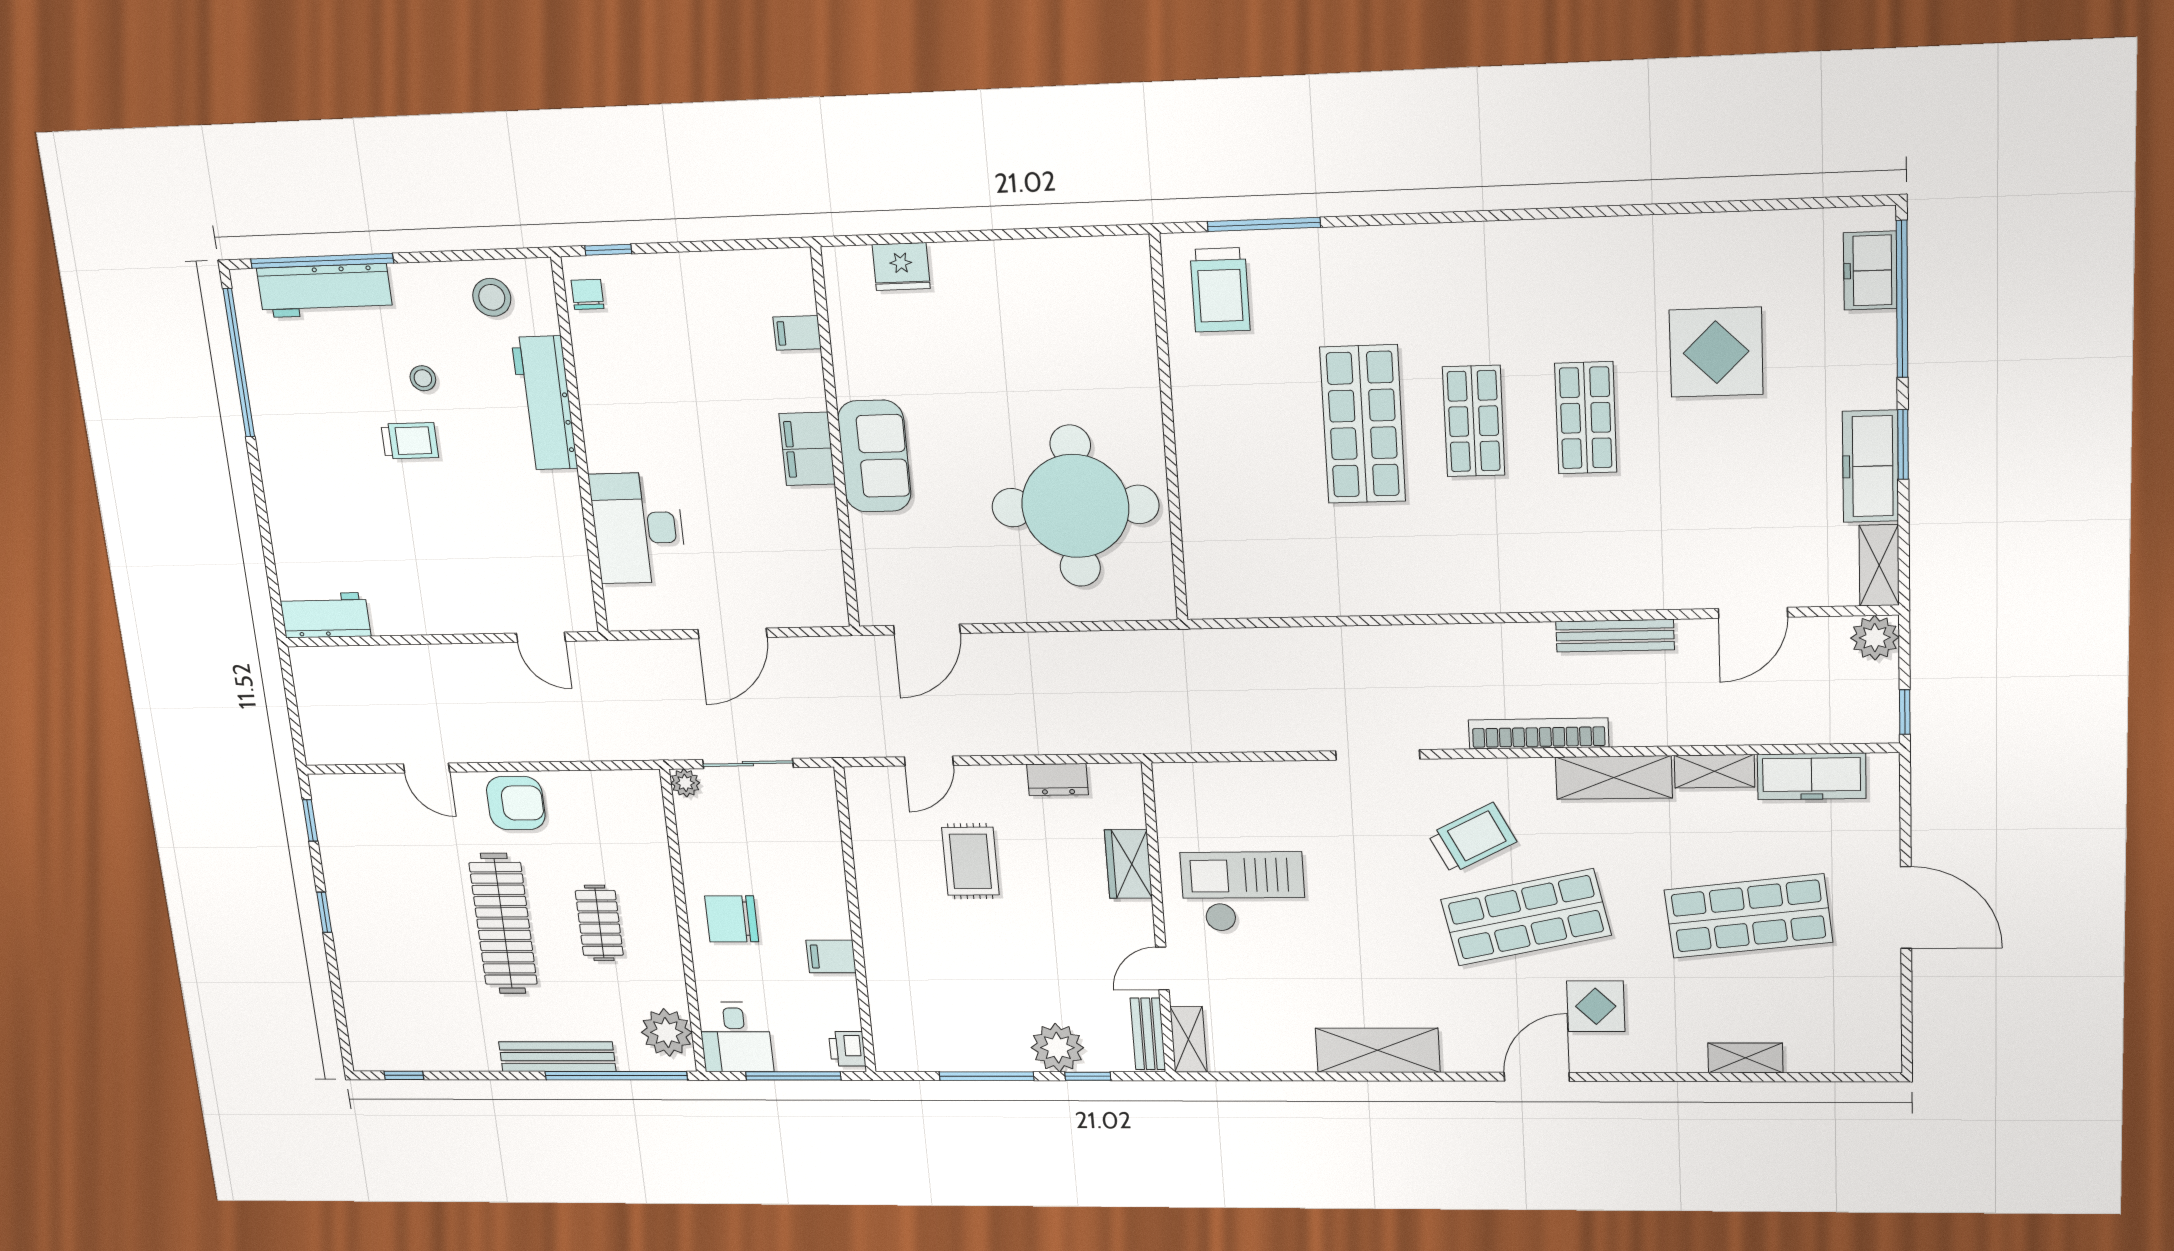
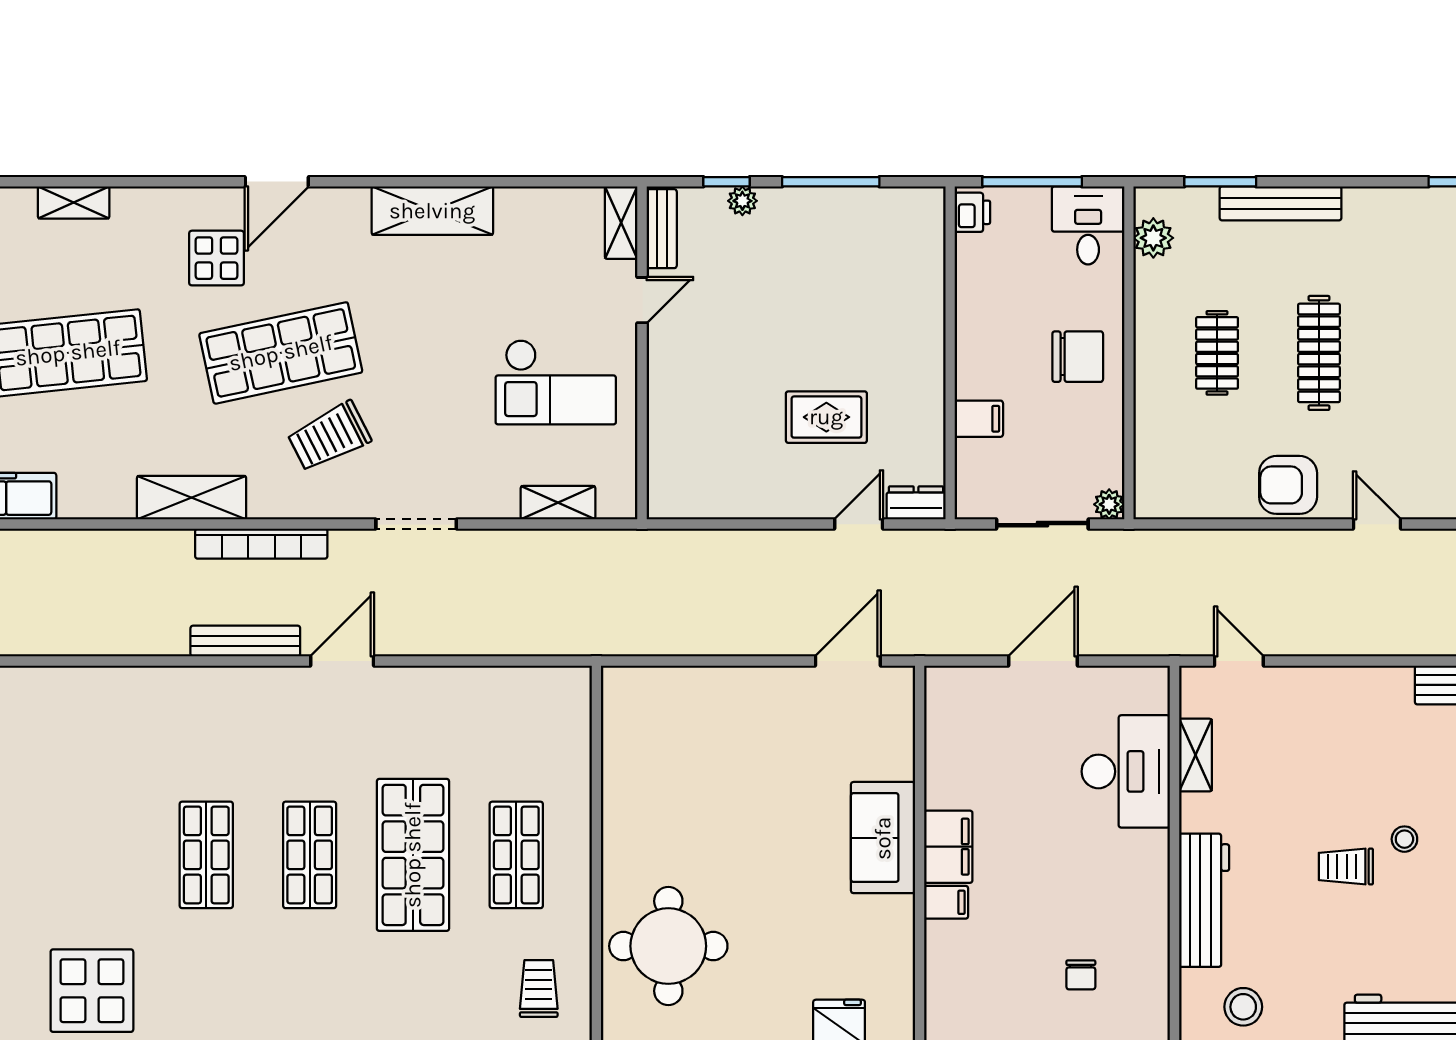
trolley: (1220, 290) -> (539, 988), width x0.73, depth x0.72
chair: (588, 294) -> (1081, 975), moved
filing cabinet: (797, 333) -> (946, 902), moved
display table: (1716, 352) -> (92, 991), moved
stool: (423, 378) -> (1404, 839), moved
shop shelf: (1253, 428) -> (516, 855), added
round table: (1075, 506) -> (668, 946), moved, width x0.73, depth x0.73
shelving: (572, 546) -> (1195, 755), added
door: (1753, 613) -> (342, 661), moved
bench: (1615, 636) -> (245, 641), moved
shelving: (1714, 771) -> (558, 503), moved
dresser: (1058, 779) -> (916, 503), moved
rug: (970, 861) -> (826, 417), turned 90
wardrobe: (1128, 864) -> (668, 413), removed
clothes rail: (503, 924) -> (1319, 353), width x0.73, depth x0.76
filing cabinet: (831, 956) -> (979, 419), moved
plant: (667, 1032) -> (1153, 238), width x0.73, depth x0.73
plant: (1057, 1048) -> (742, 201), width x0.53, depth x0.53
window: (616, 1076) -> (1220, 182), width x0.47

